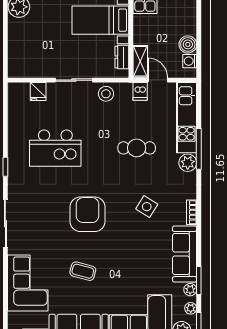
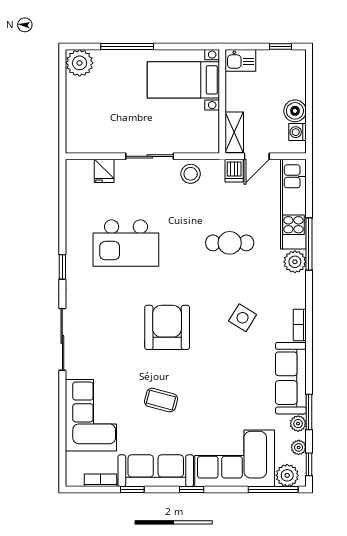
dresser: (122, 57) -> (211, 127), removed
door: (158, 80) -> (257, 156), swing flipped

